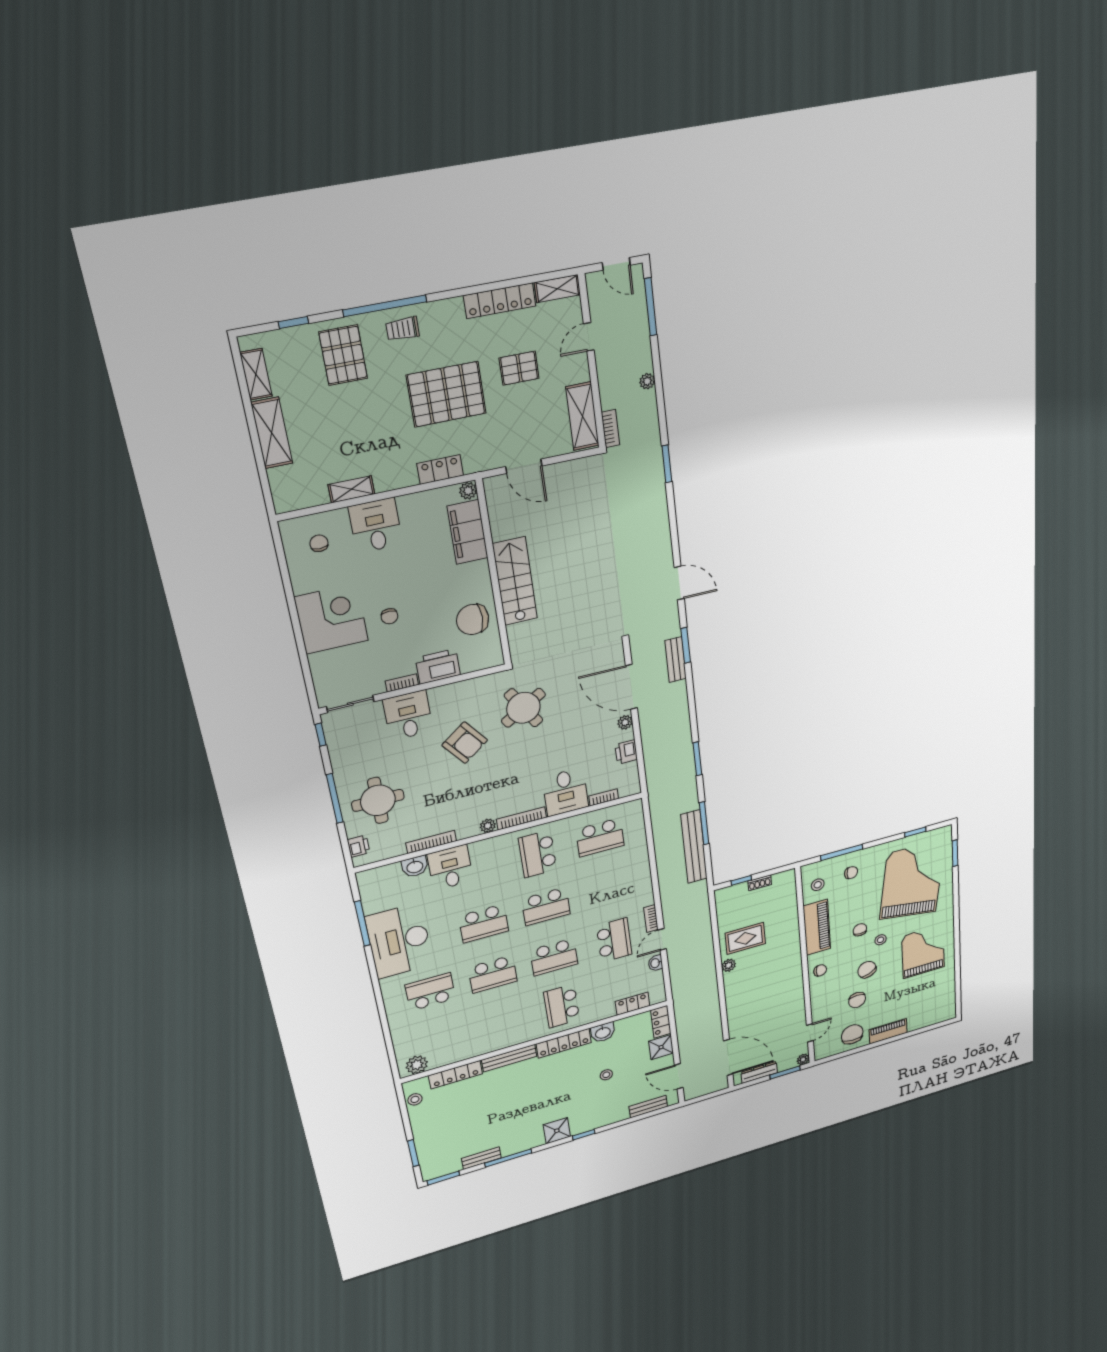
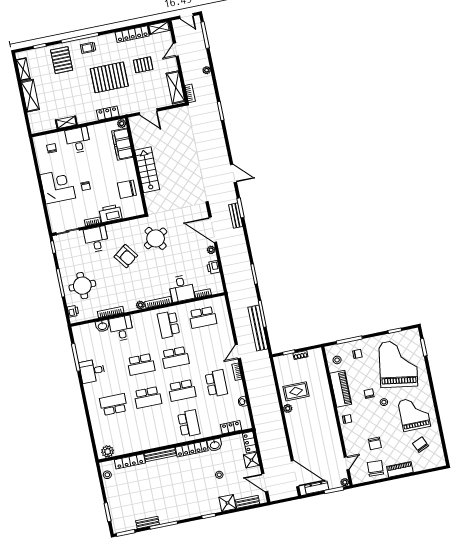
door: (662, 939) -> (238, 352), moved
desk: (399, 941) -> (92, 371), width x0.53, depth x0.77
chair: (867, 970) -> (420, 445), moved
school desk: (562, 1006) -> (189, 423), turned 180
shower: (557, 1131) -> (228, 503), moved

